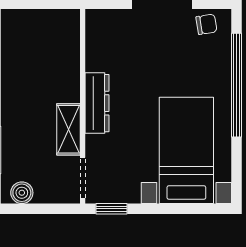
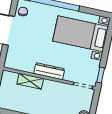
shelving: (68, 129) -> (30, 81), moved

